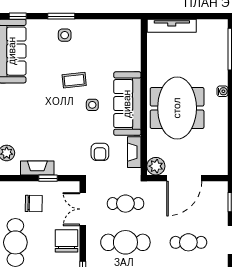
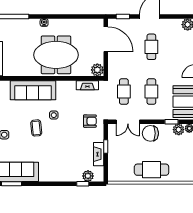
sofa: (127, 104) -> (33, 90), moved
armchair: (100, 152) -> (90, 121), moved
door: (184, 178) -> (106, 39), moved
chair: (34, 204) -> (124, 157), removed
cafe table: (125, 242) -> (151, 92), width x0.73, depth x0.74

